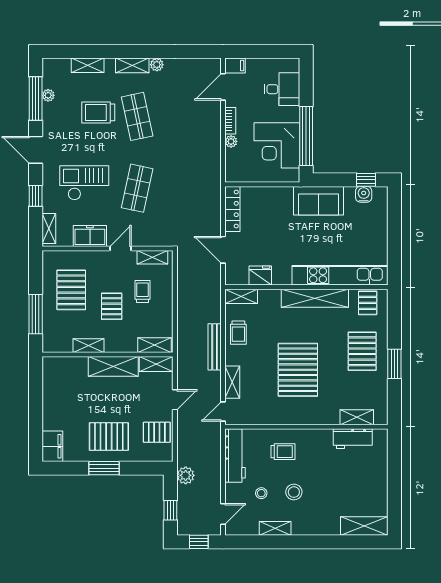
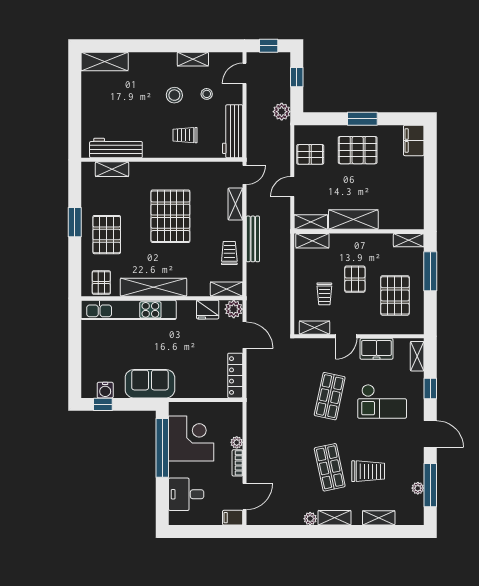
plant: (234, 276) -> (234, 309), added
shelving: (89, 346) -> (409, 240), moved
workbench: (353, 439) -> (116, 148), width x1.38

